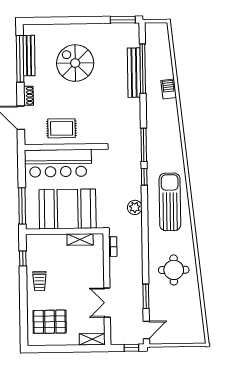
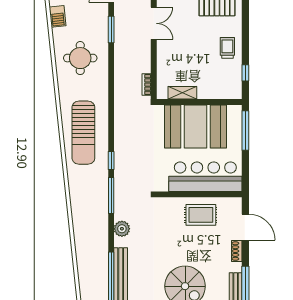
barbecue: (169, 89) -> (58, 16), moved
plant: (135, 207) -> (122, 229), moved

